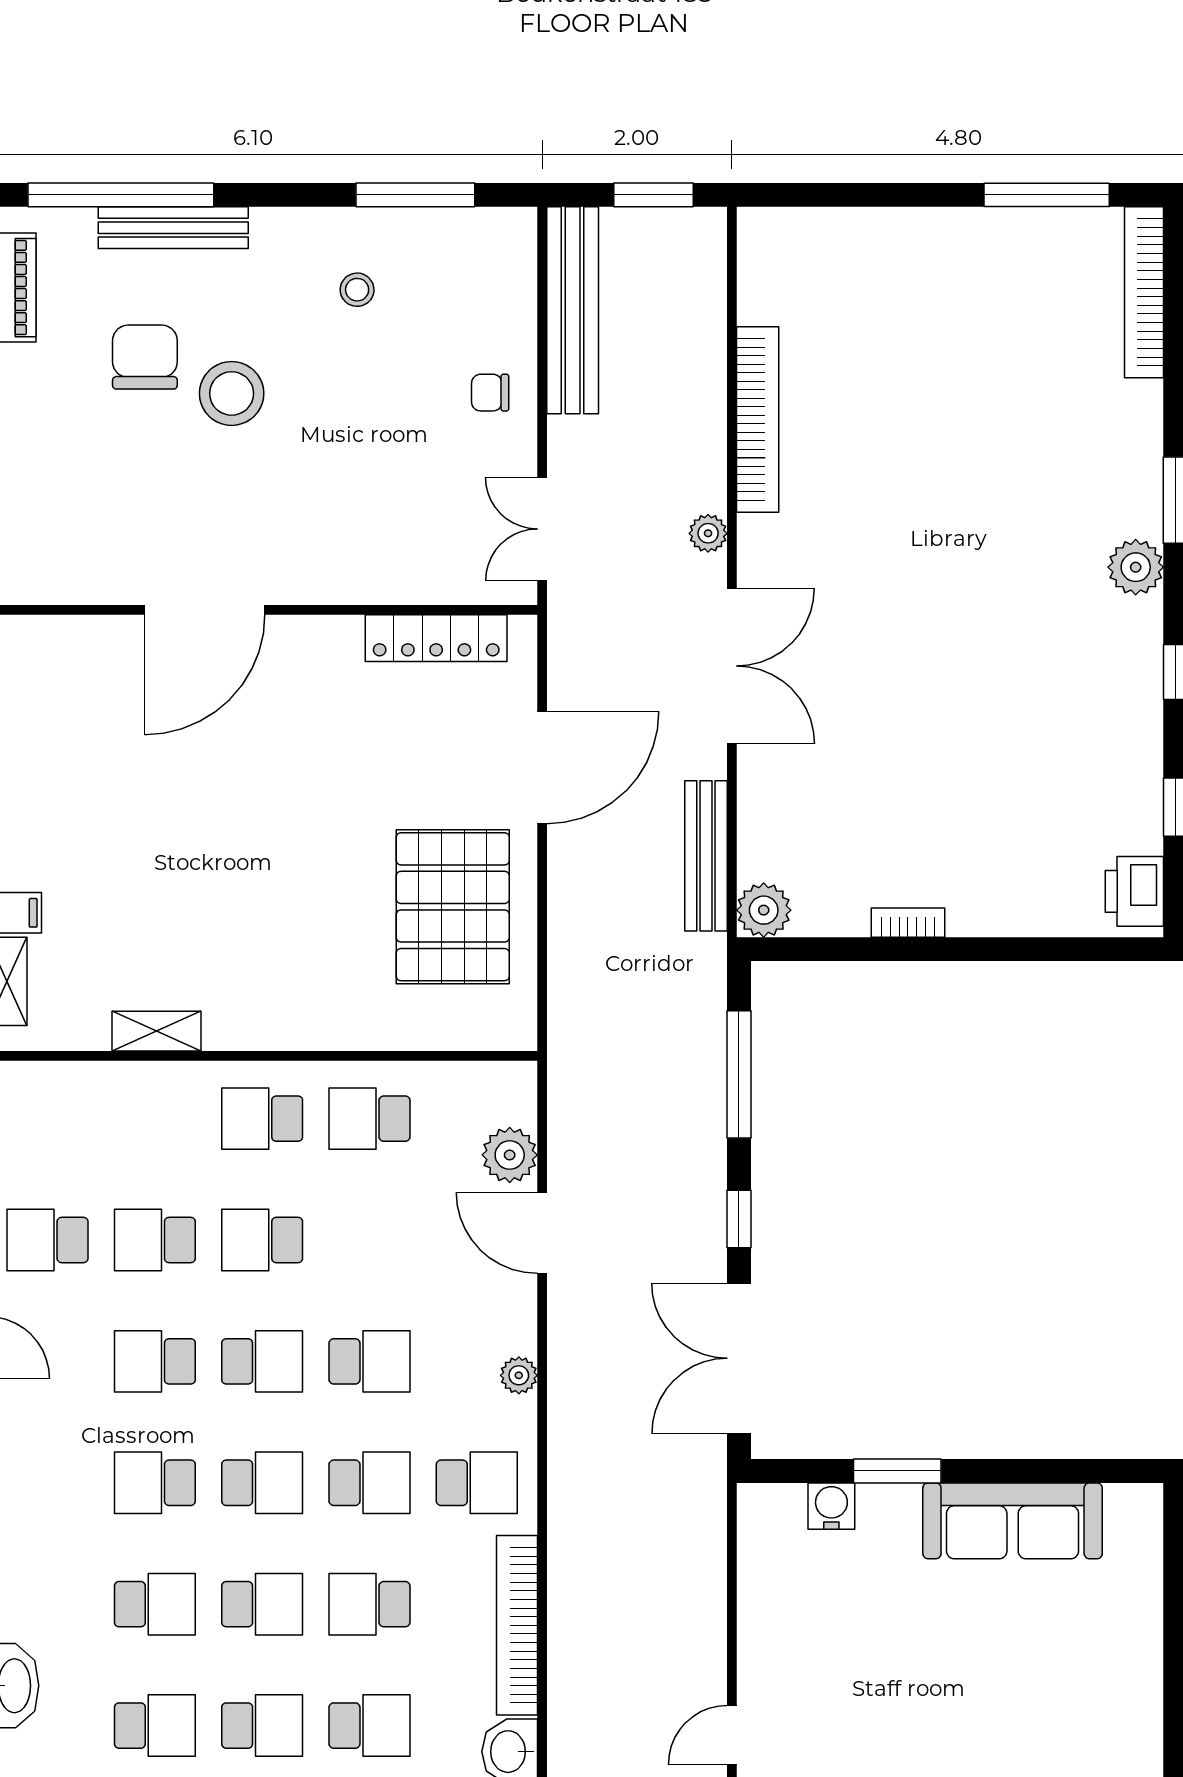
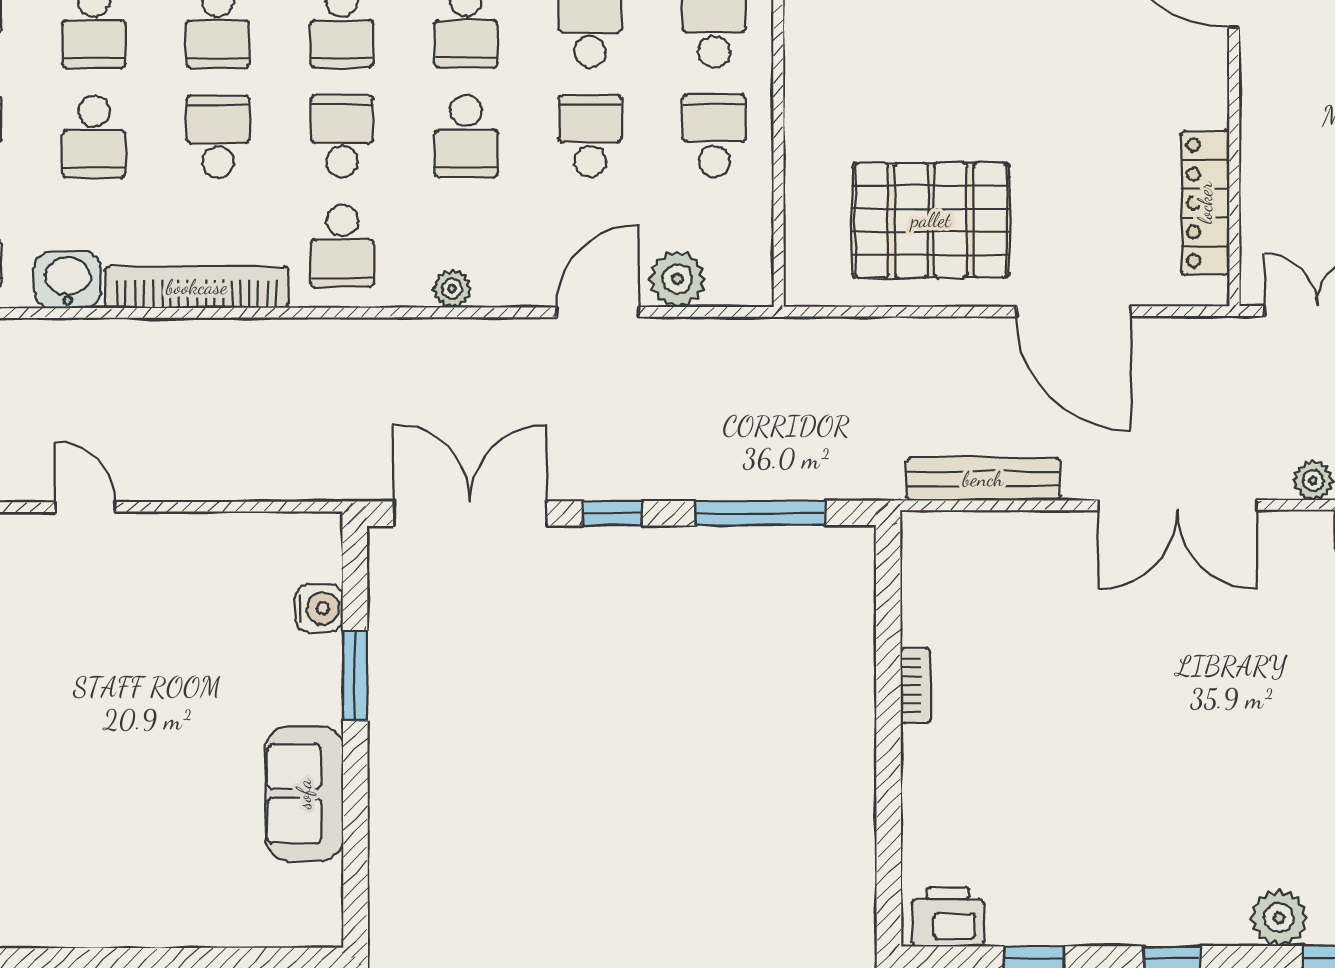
plant: (764, 910) -> (928, 538), removed
school desk: (369, 1240) -> (590, 136), added
school desk: (369, 1483) -> (342, 136), turned 180
sofa: (1013, 1521) -> (304, 794), width x0.73

